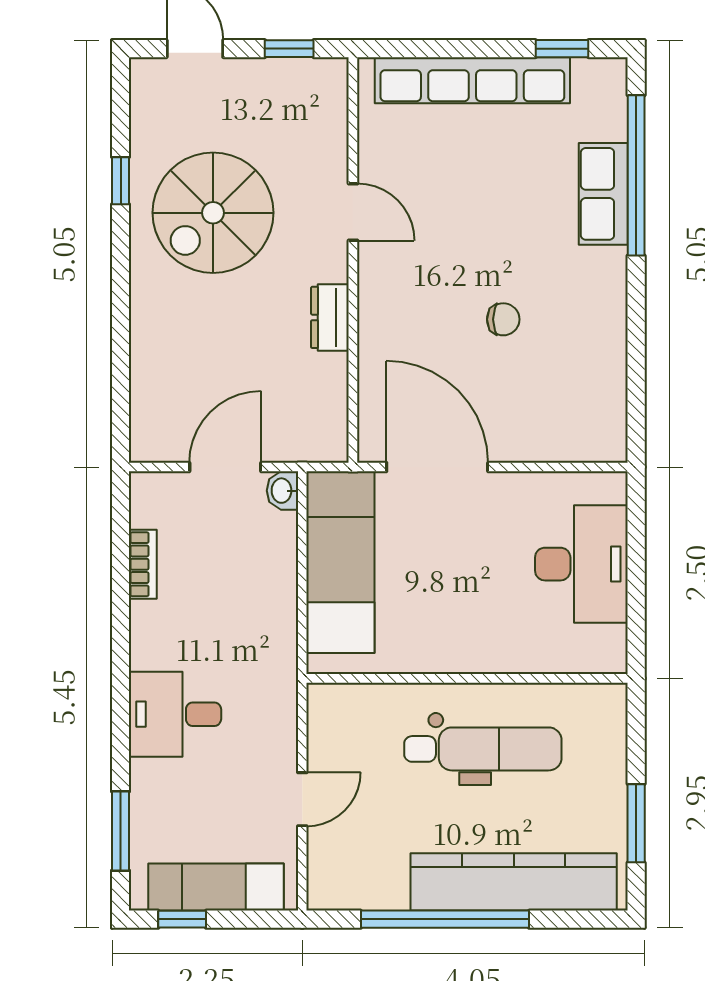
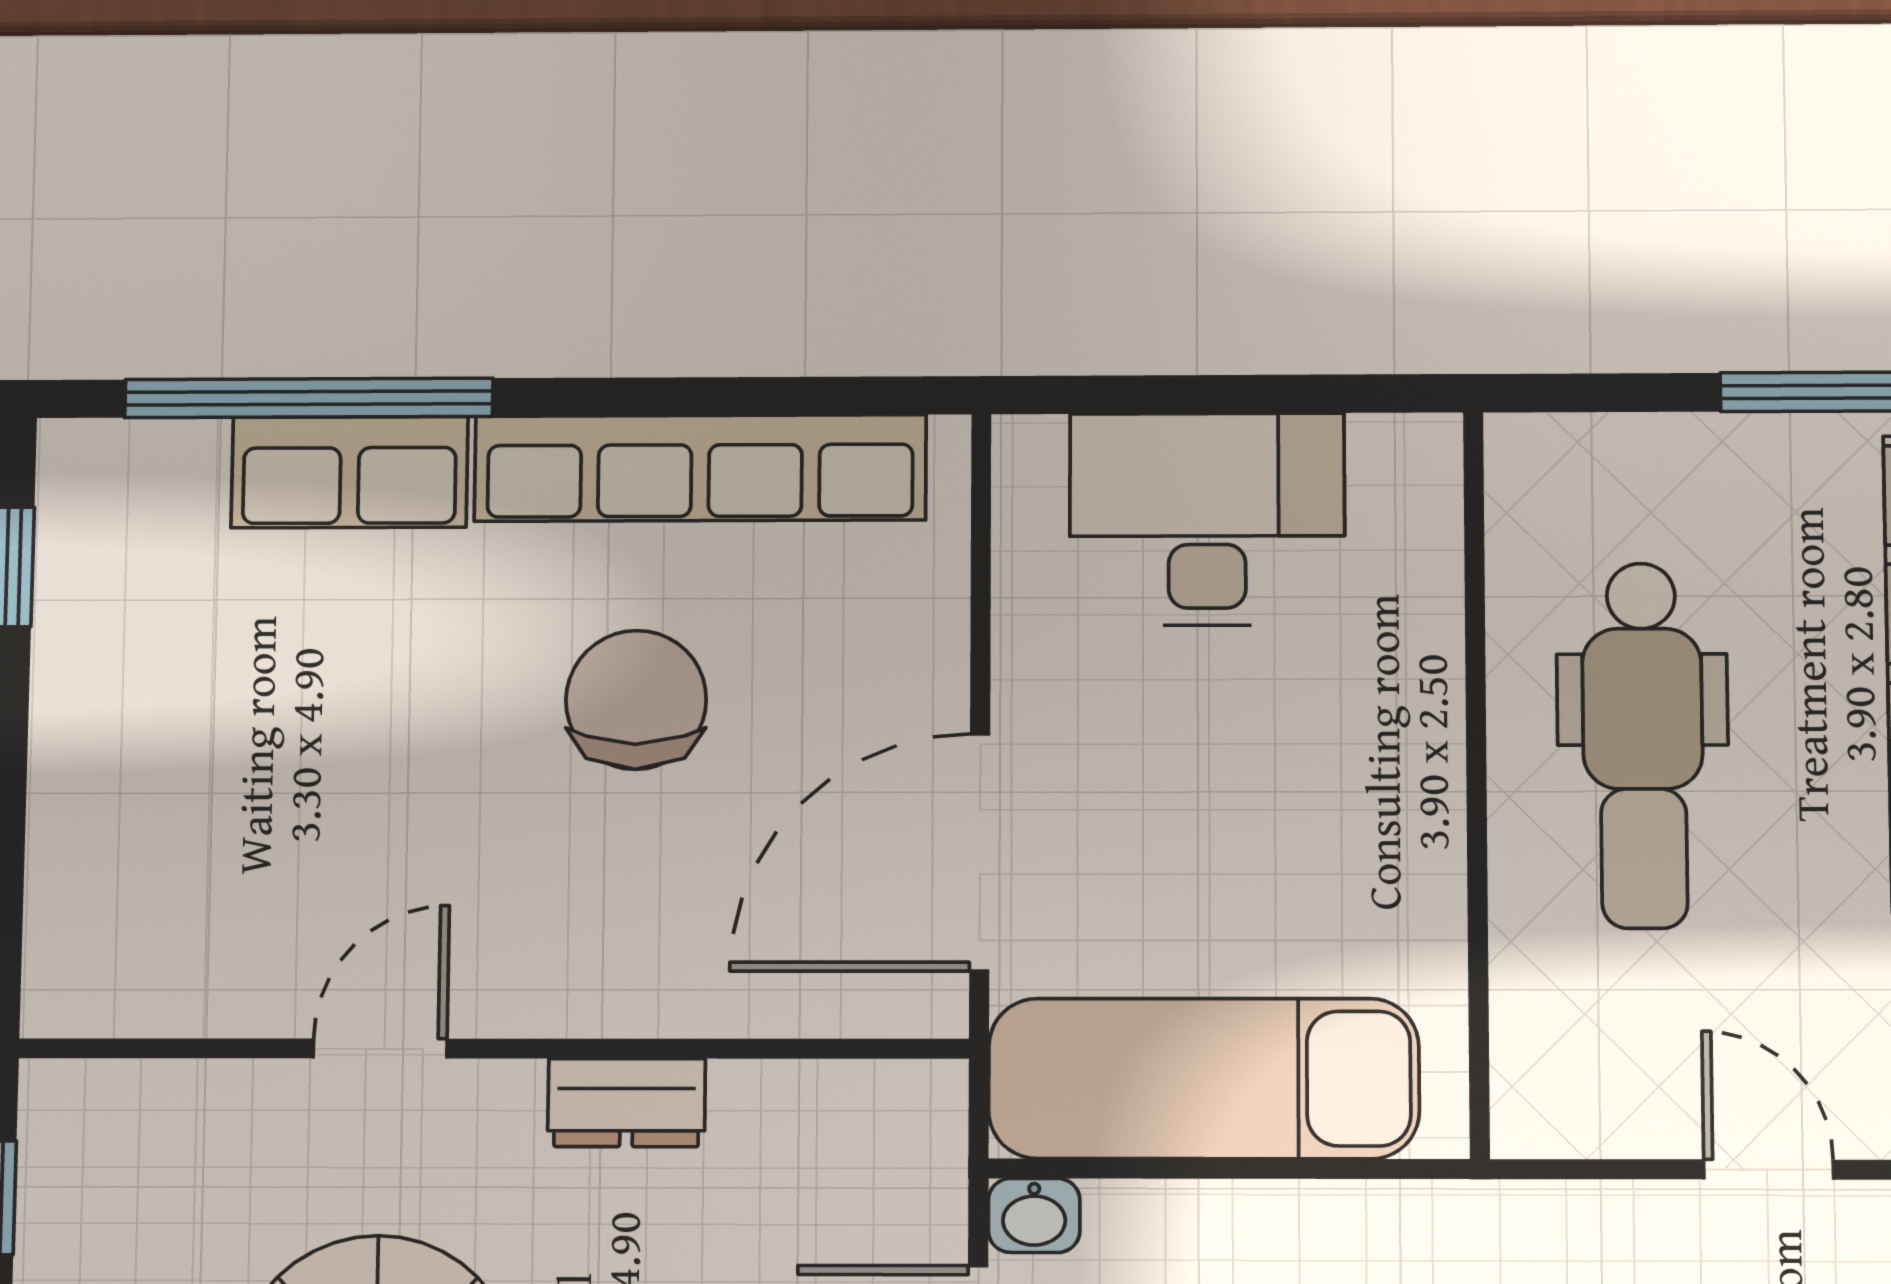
row of seats: (472, 80) -> (700, 468), moved, turned 90
chair: (503, 319) -> (636, 700), width x1.87, depth x1.87
dental chair: (483, 749) -> (1643, 745), turned 180

